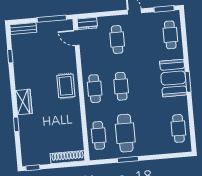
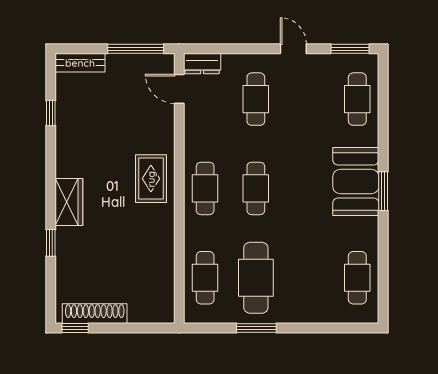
shoe rack: (68, 157) -> (95, 314), moved

